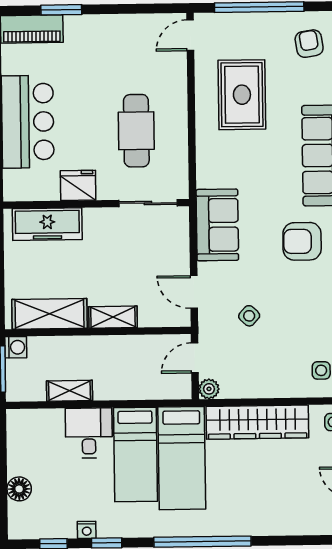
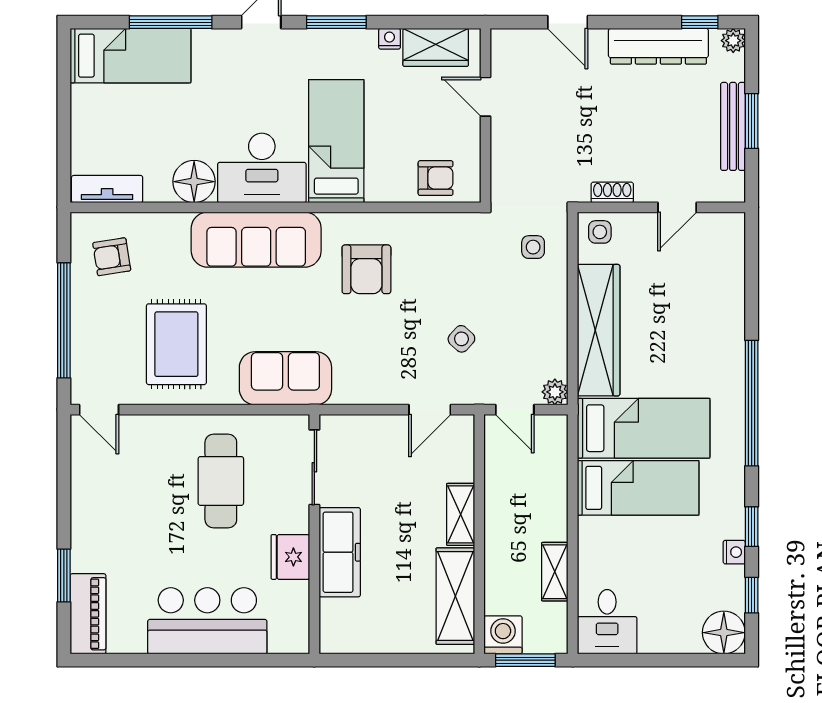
rug: (242, 95) -> (176, 344), turned 90
cafe table: (136, 131) -> (221, 481), turned 90
freezer: (47, 224) -> (340, 552), moved
sofa: (217, 225) -> (285, 378), moved
washing machine: (16, 347) -> (503, 635), width x1.38, depth x1.38
desk: (89, 433) -> (607, 622), moved, turned -90
floor lamp: (19, 489) -> (724, 633), moved, width x1.38, depth x1.38

